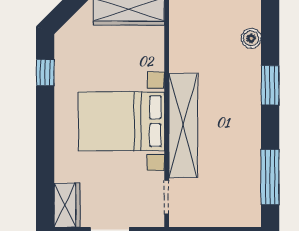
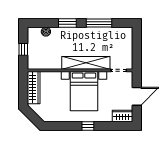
window: (45, 73) -> (88, 126), moved
window: (270, 177) -> (99, 23), moved

